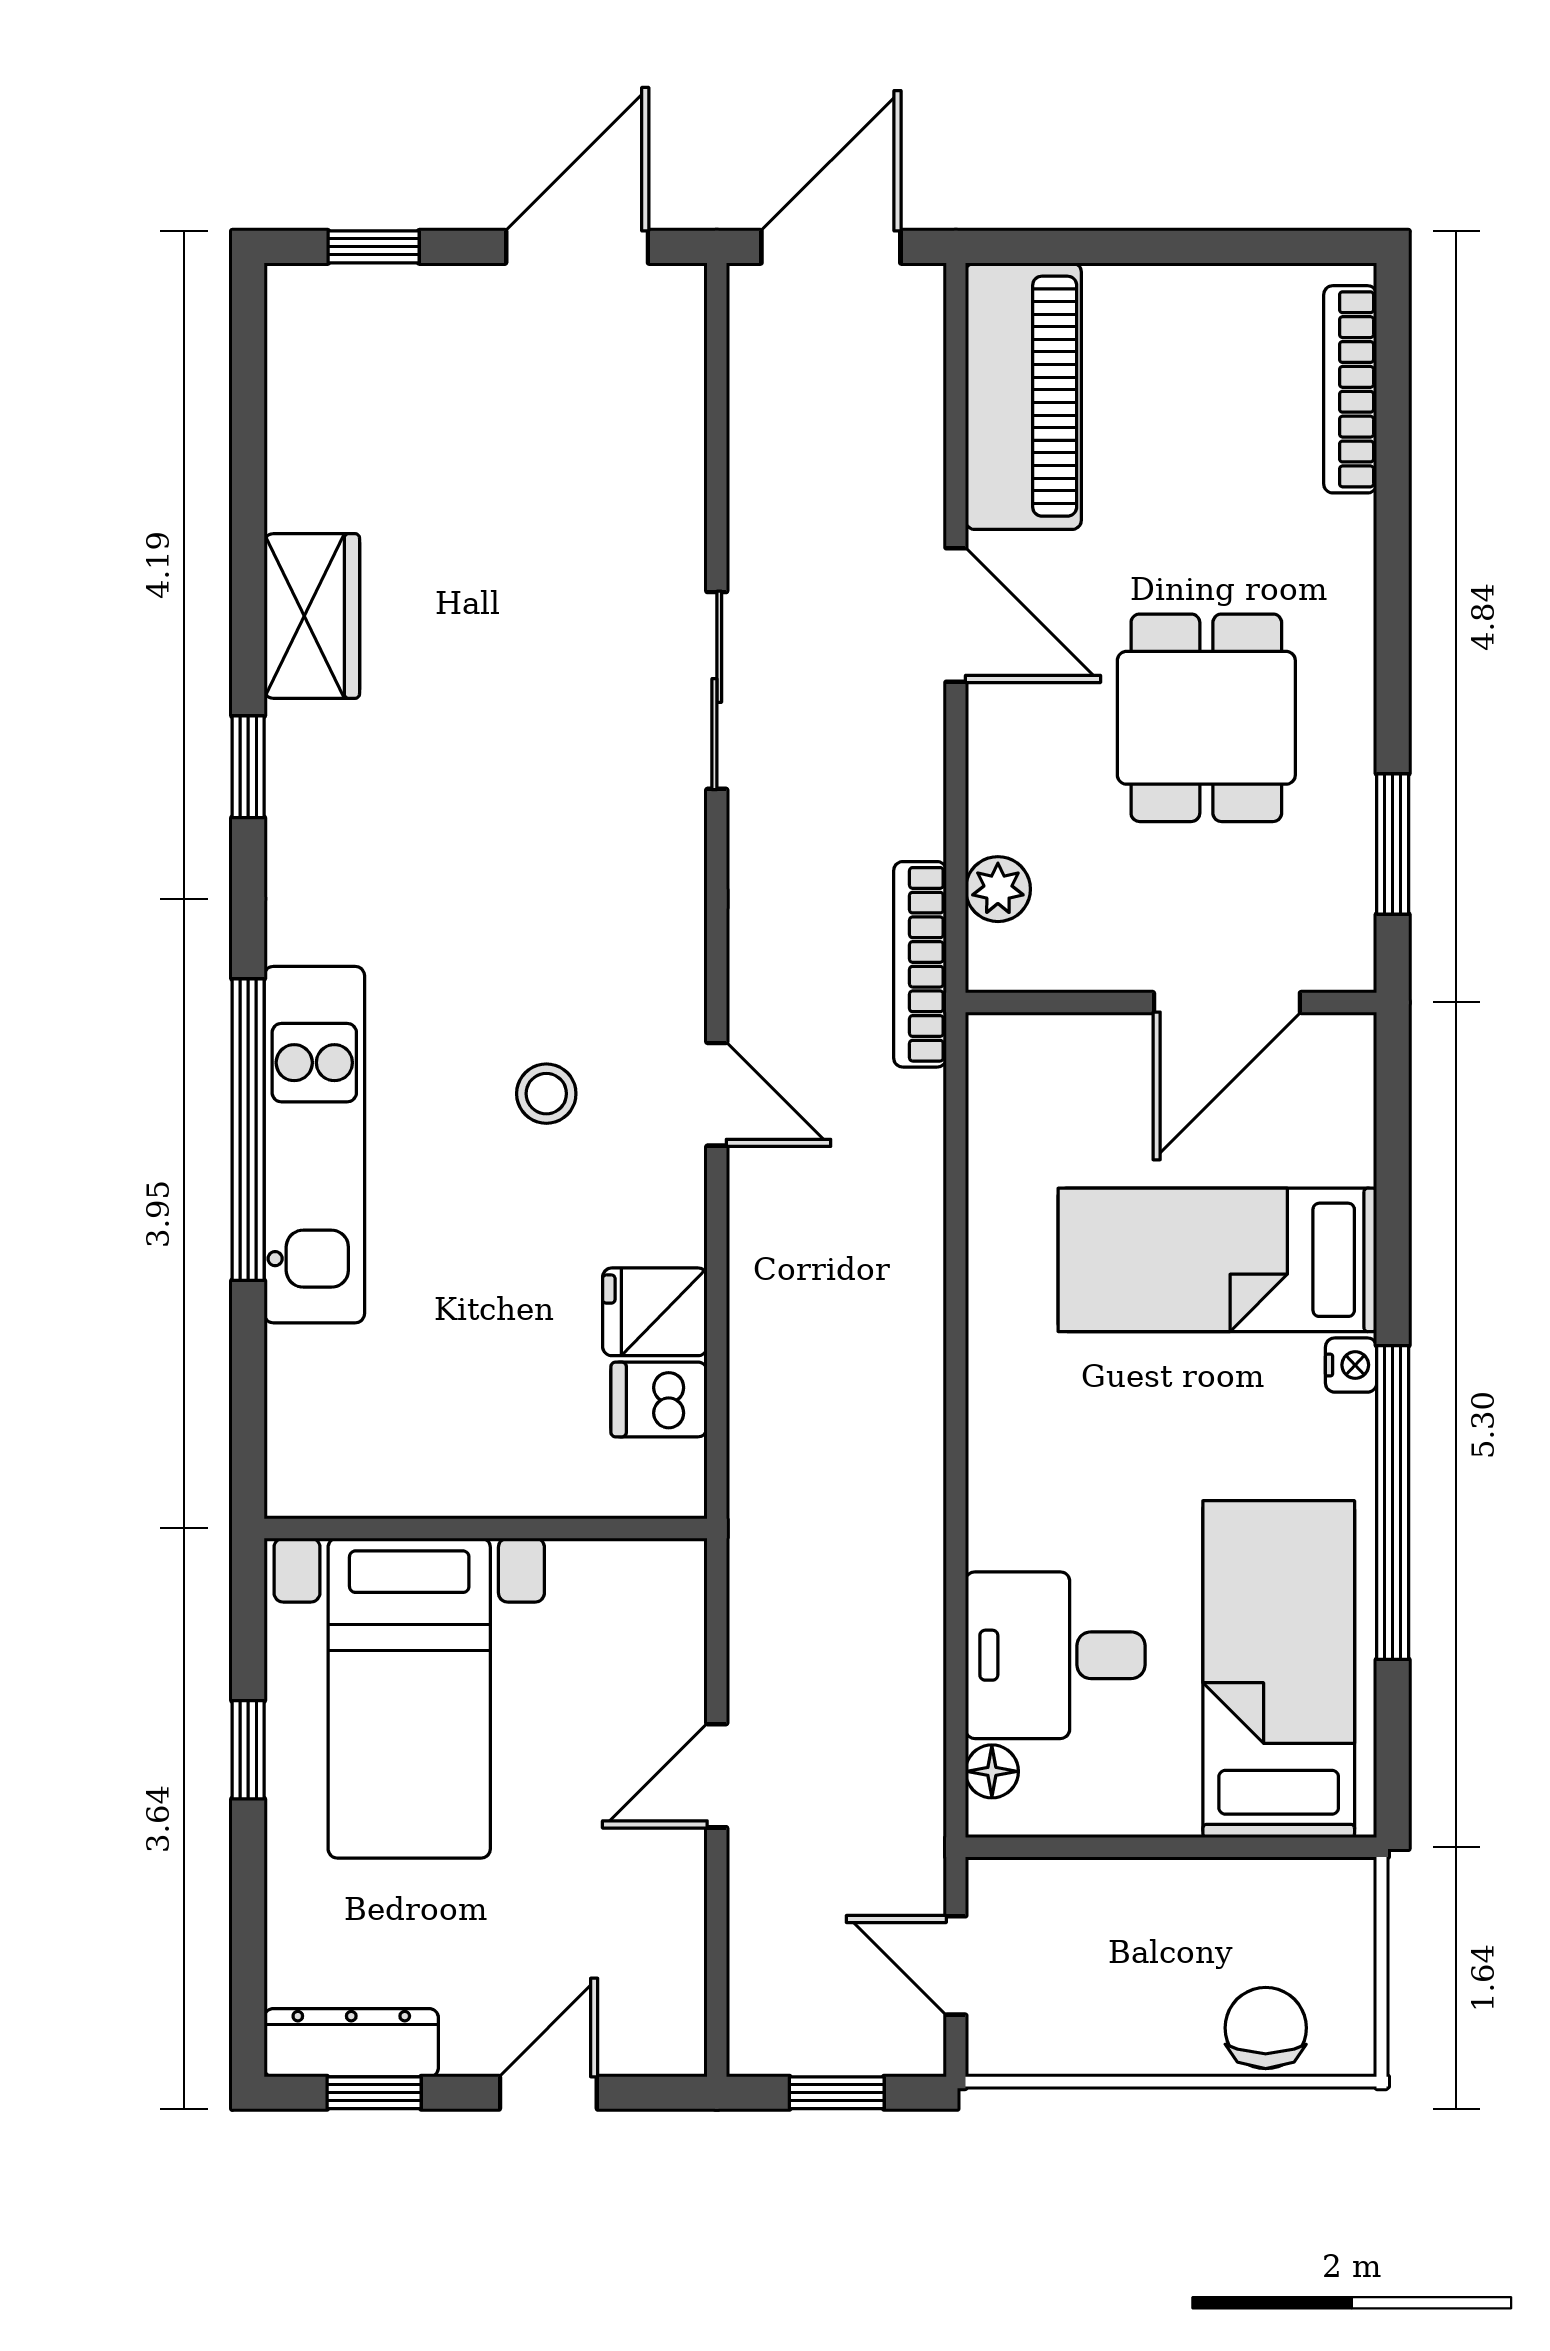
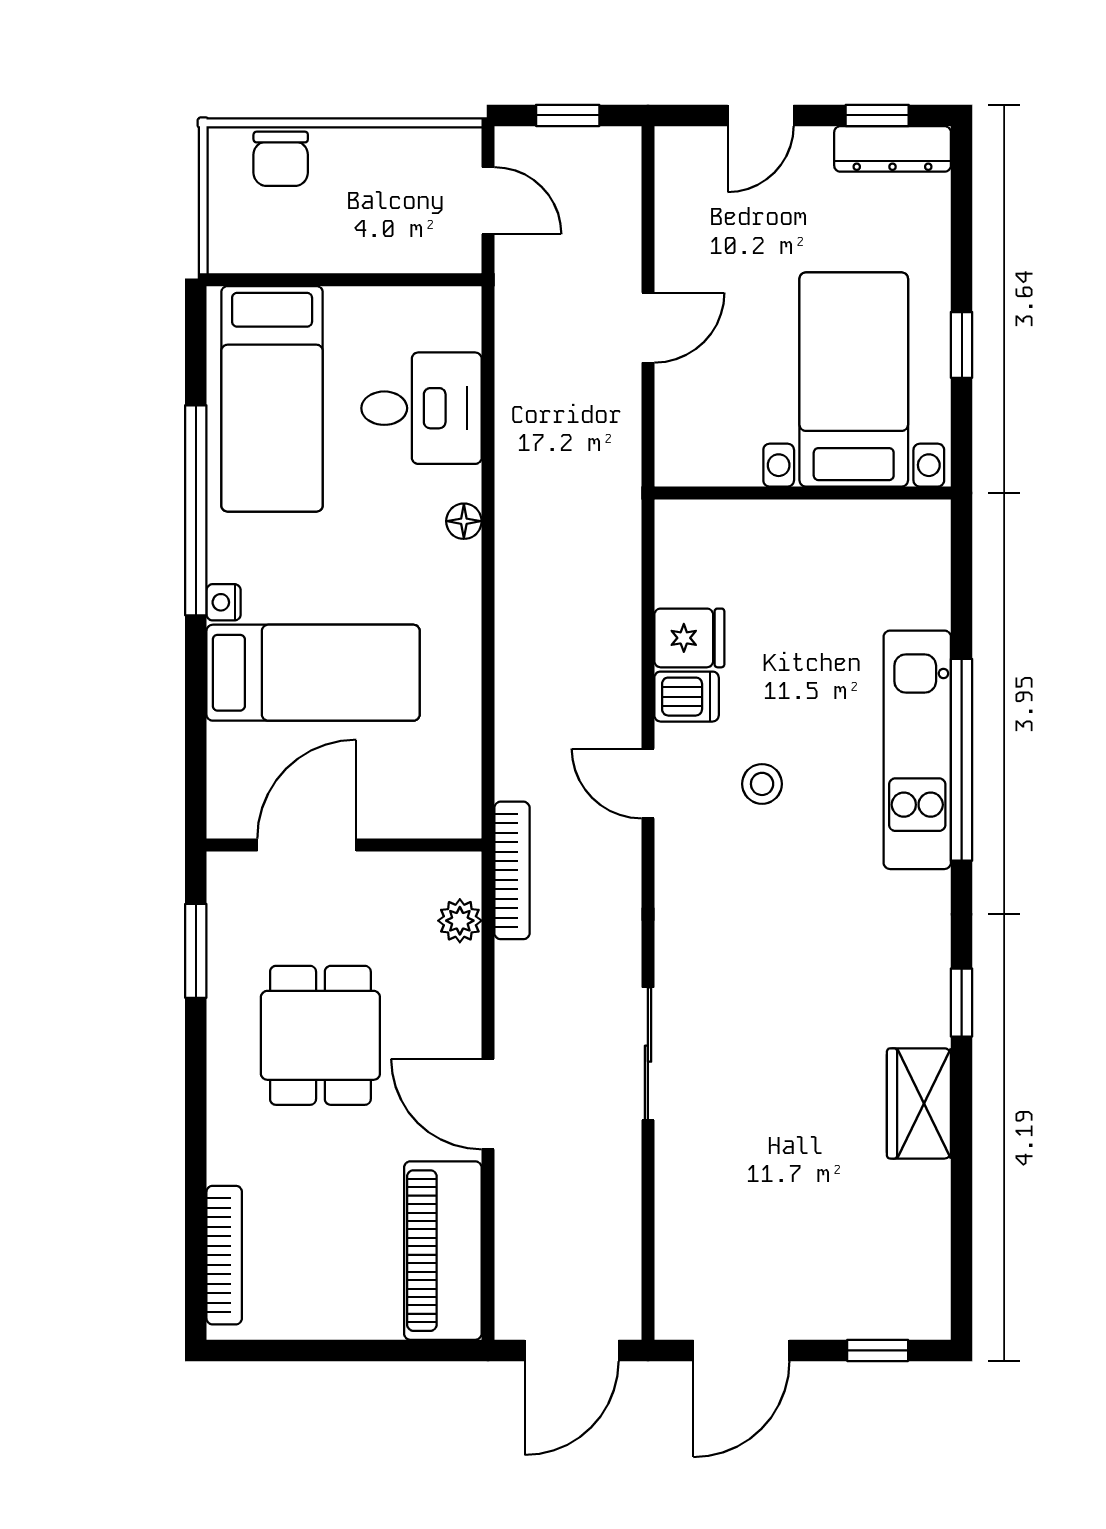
dishwasher: (659, 1399) -> (687, 697), moved
floor lamp: (992, 1771) -> (464, 521), moved

